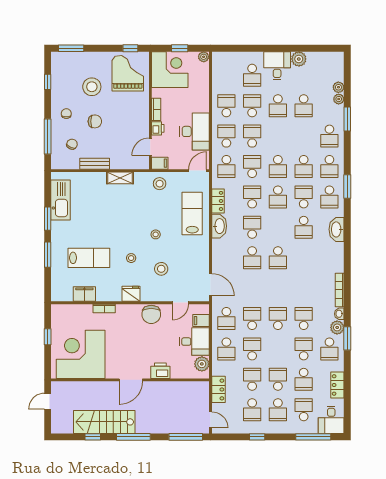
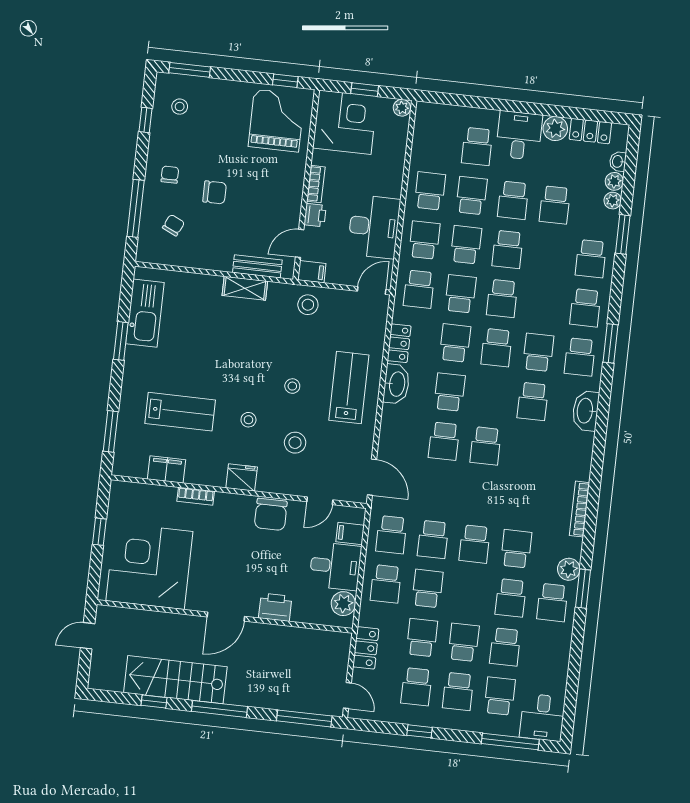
stool: (92, 87) -> (180, 107), moved, width x0.53, depth x0.53
bench: (95, 164) -> (257, 266), moved
school desk: (304, 167) -> (508, 249), moved
lab bench: (192, 213) -> (349, 388), moved
window: (48, 255) -> (111, 431), moved
washbasin: (339, 314) -> (618, 161), moved
school desk: (252, 319) -> (433, 539), turned 180
school desk: (278, 319) -> (475, 544), turned 180
school desk: (304, 349) -> (511, 598), turned 180
locker: (337, 385) -> (590, 131), moved, turned -90

